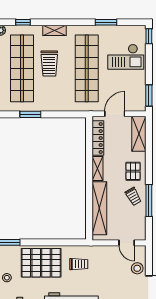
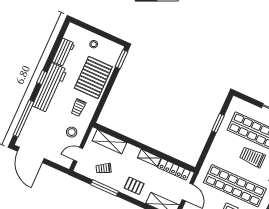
trolley: (133, 196) -> (104, 168), moved
shelving: (99, 208) -> (109, 142), width x0.68
stool: (137, 268) -> (72, 132), moved

